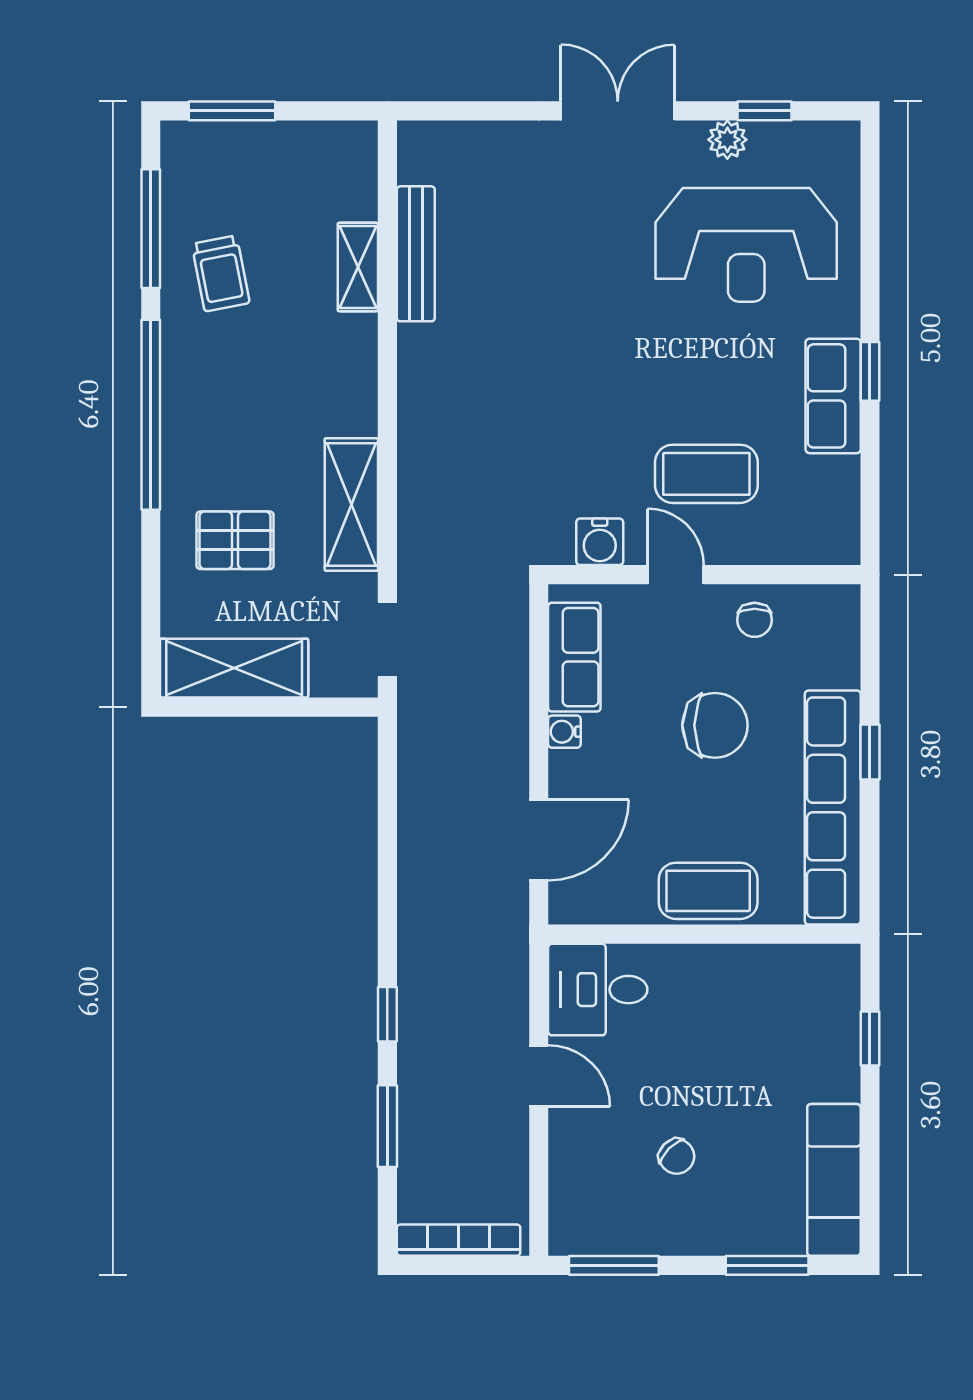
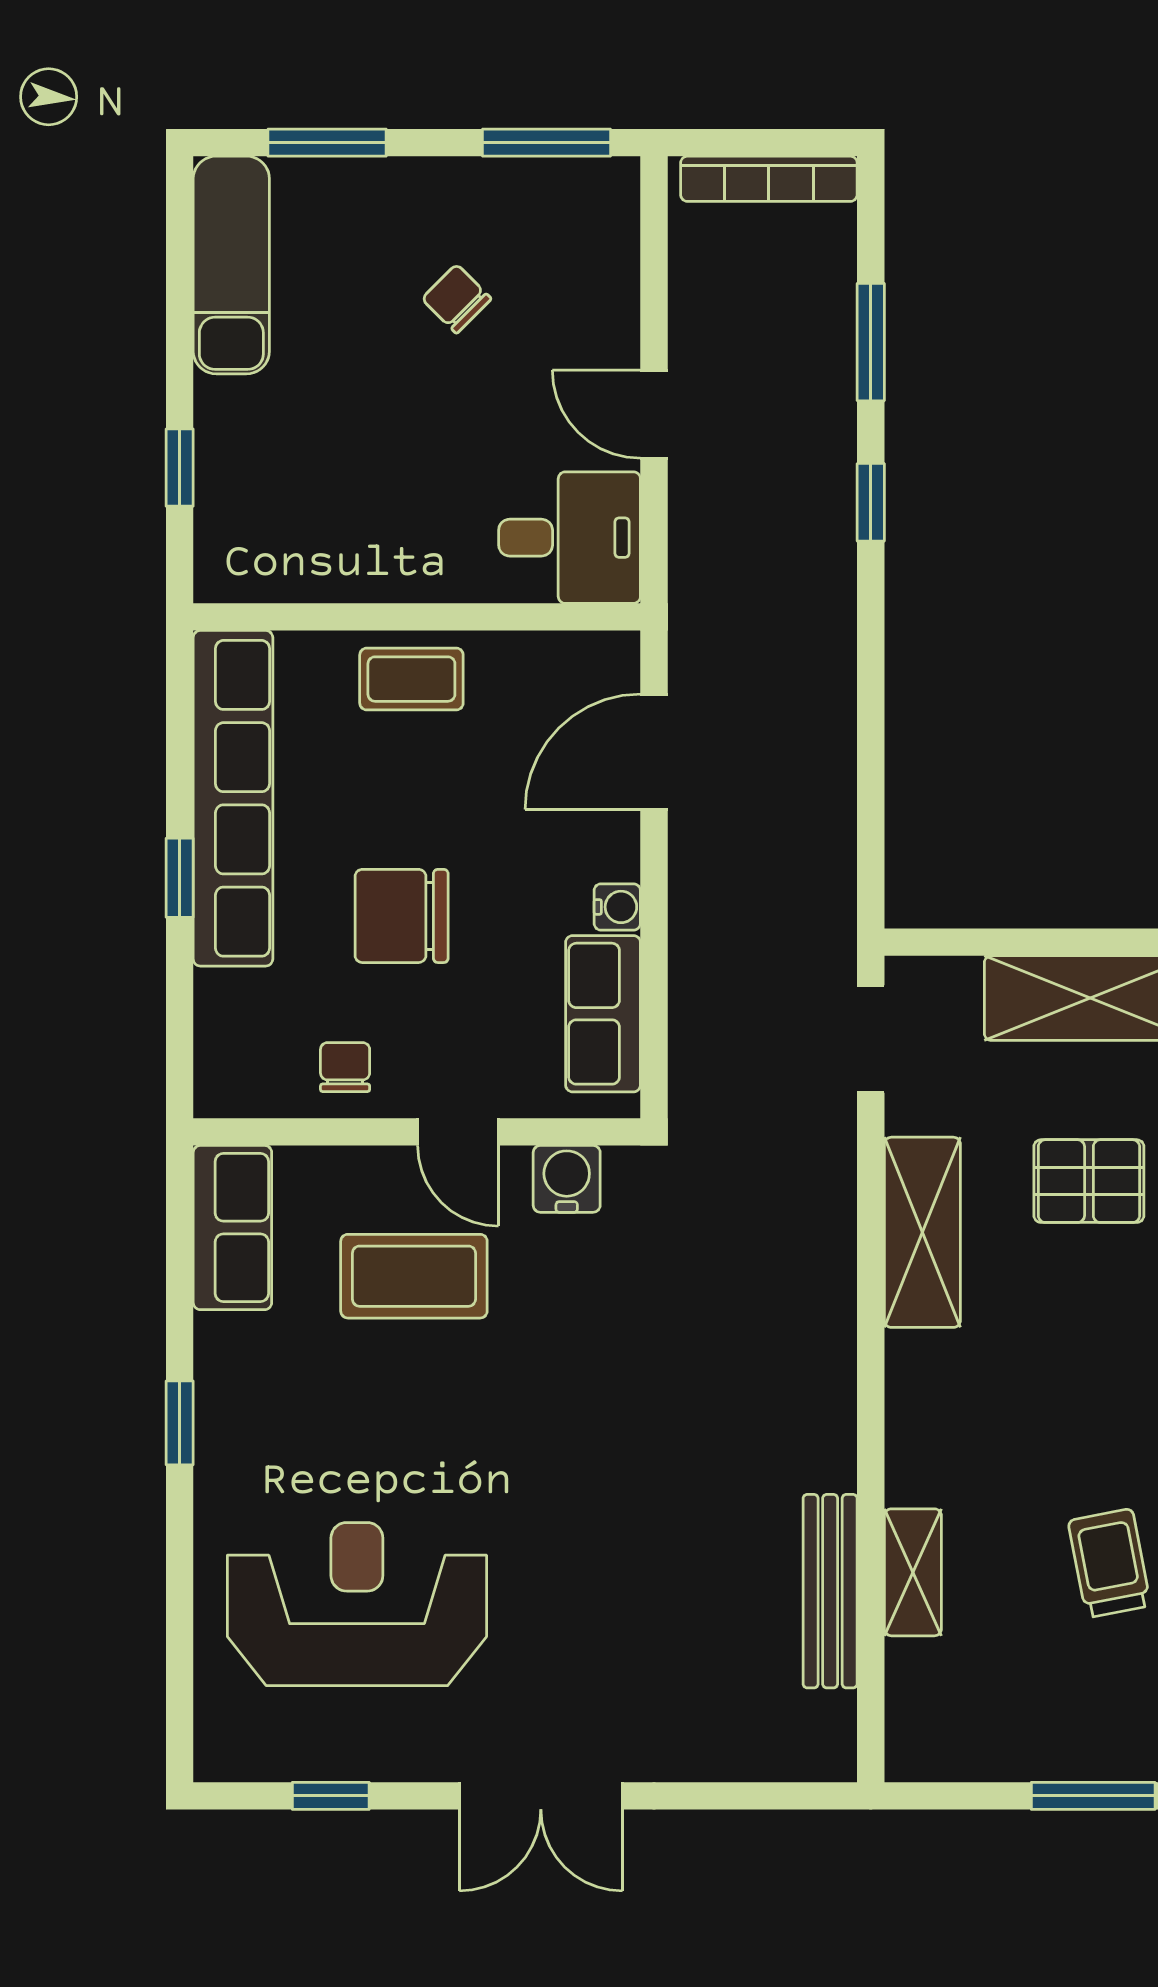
plant: (727, 140) -> (384, 1755), removed
row of seats: (833, 396) -> (232, 1228), moved
coffee table: (708, 891) -> (411, 679), width x0.73, depth x0.77

